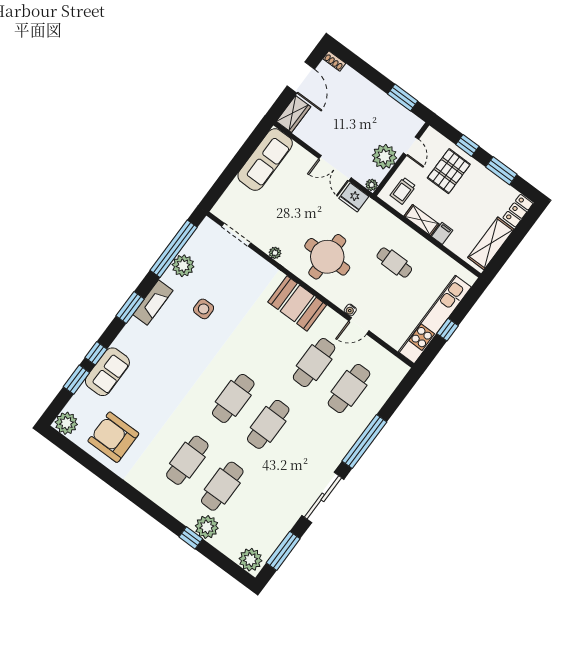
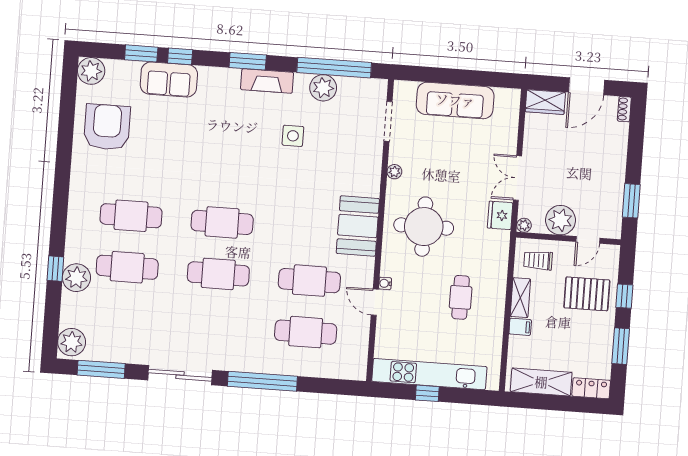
sofa: (265, 160) -> (455, 100), moved

